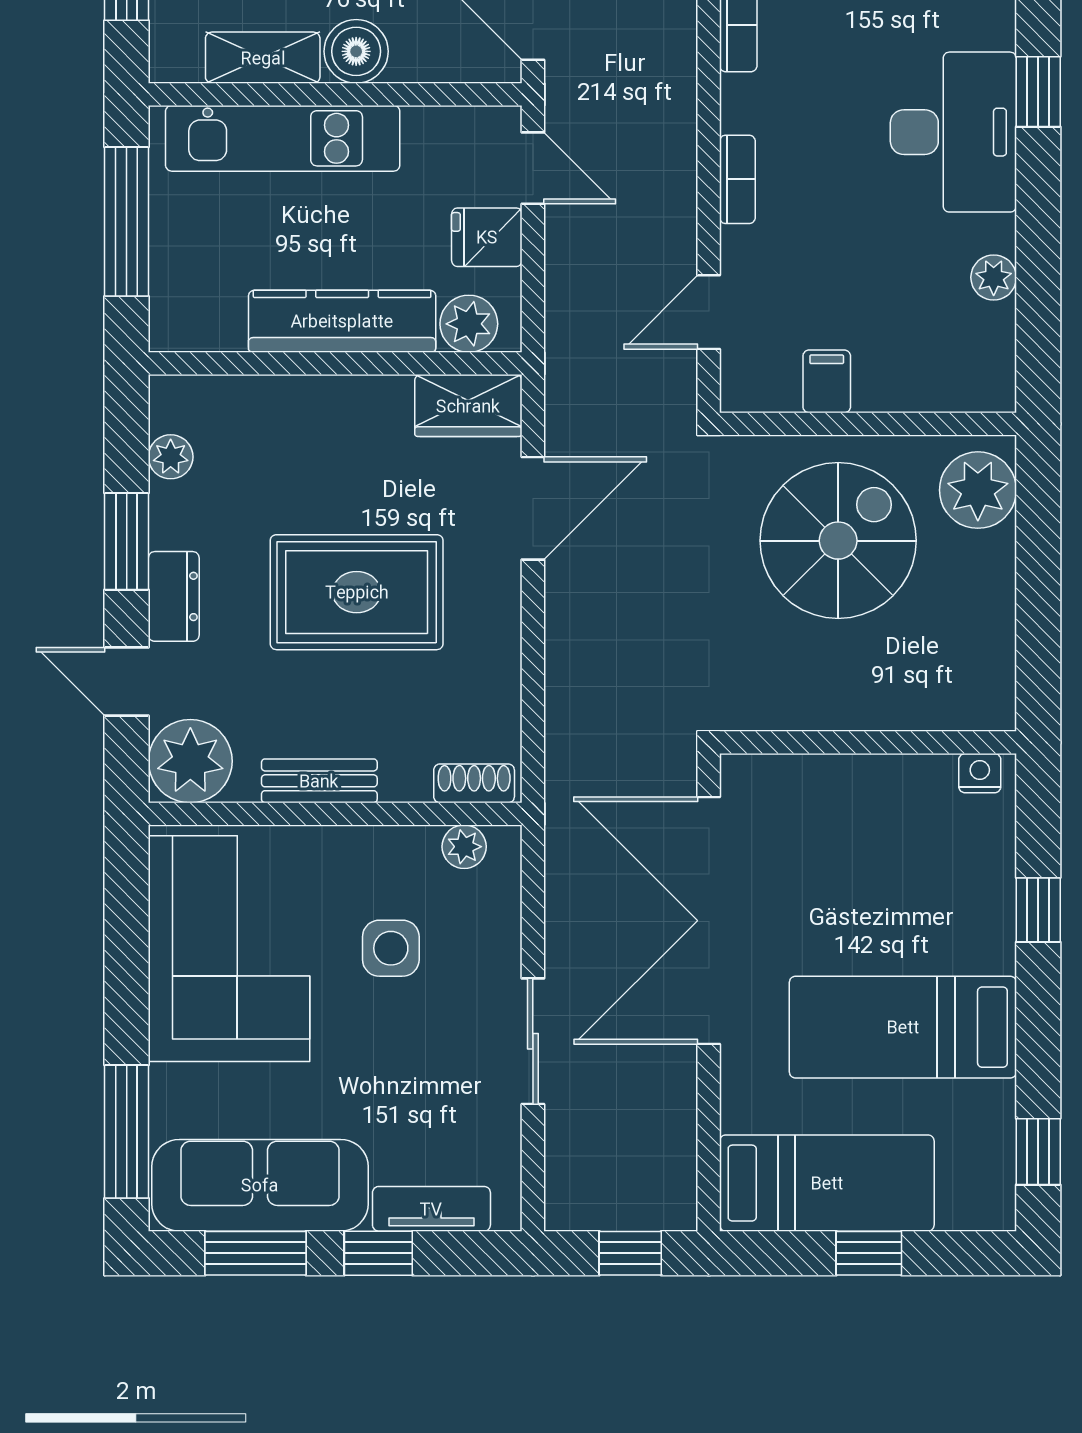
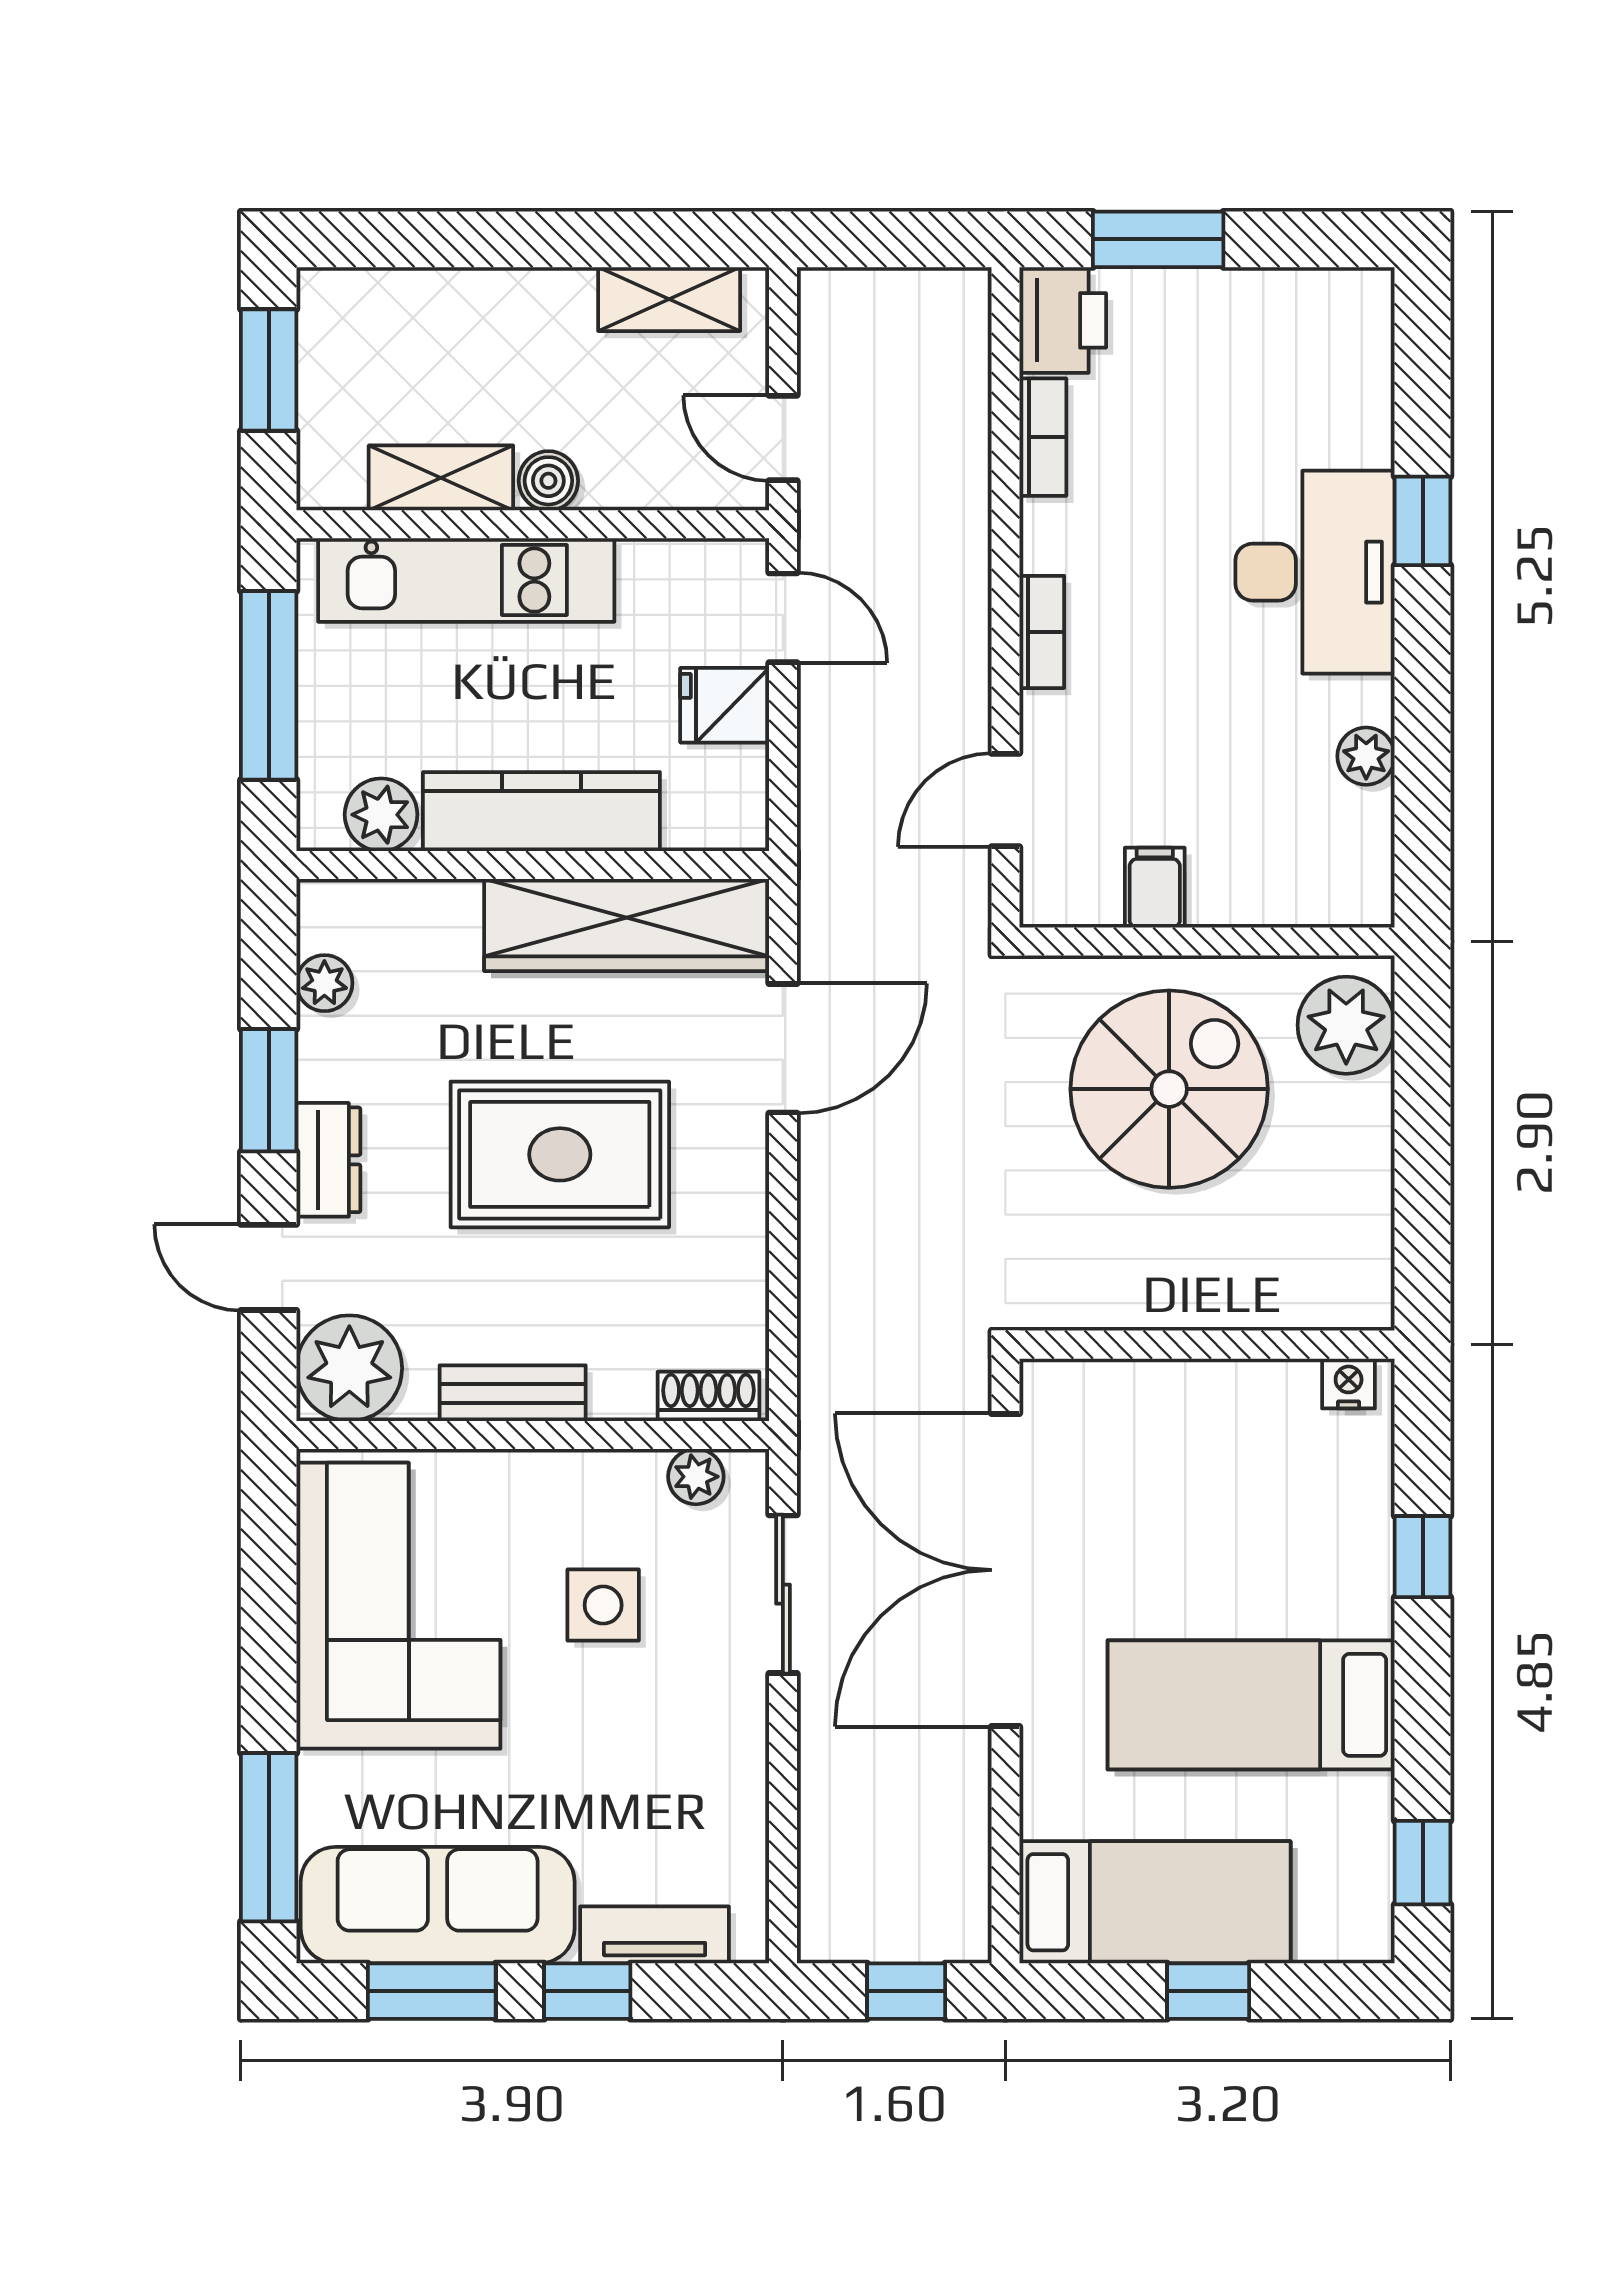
boiler: (356, 51) -> (548, 481), width x0.73, depth x0.73
plant: (469, 324) -> (381, 815), moved
wardrobe: (468, 406) -> (627, 925), width x2.10, depth x1.17
sliding door: (533, 1041) -> (783, 1594), moved

